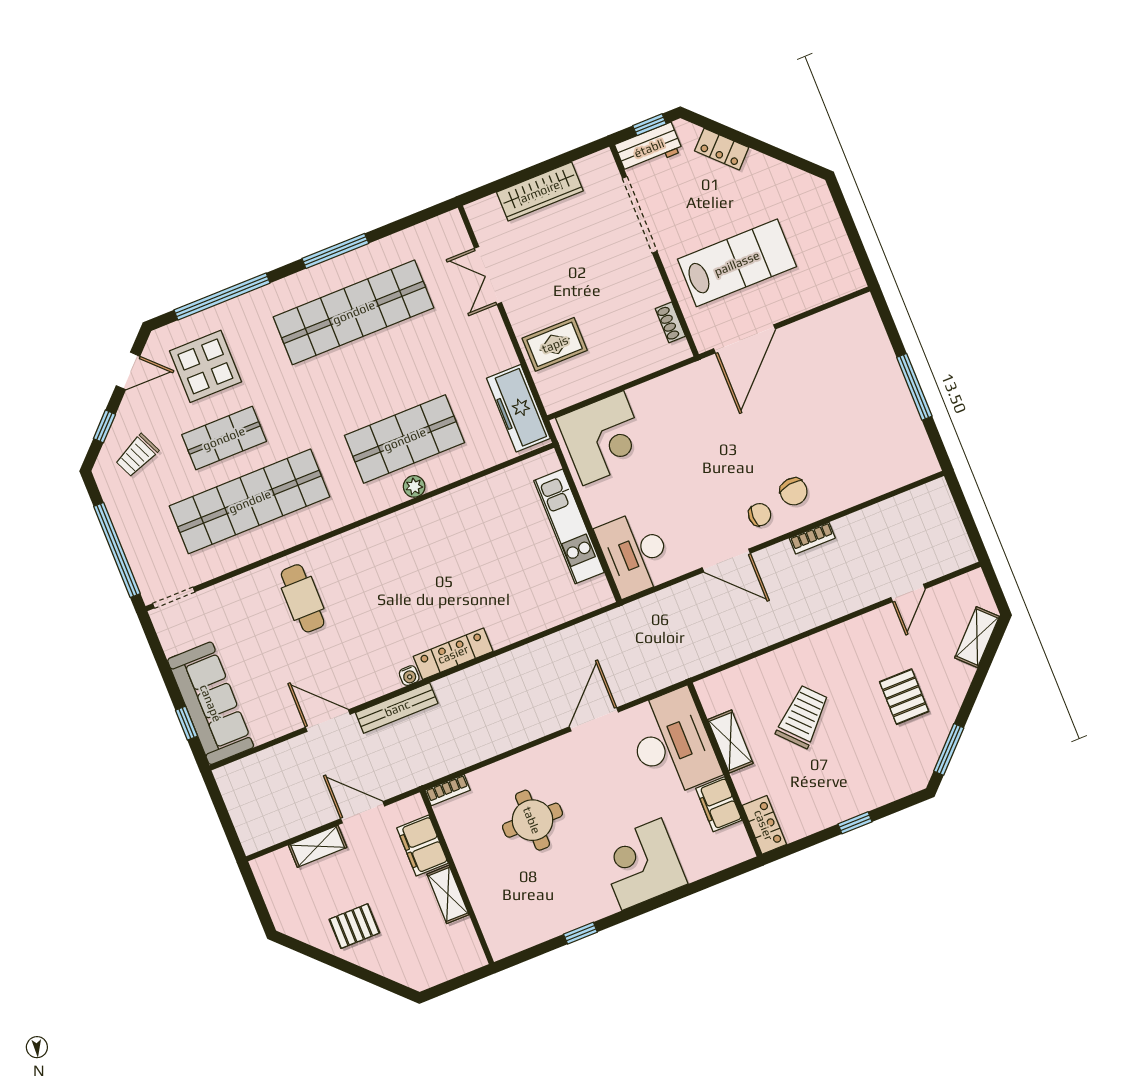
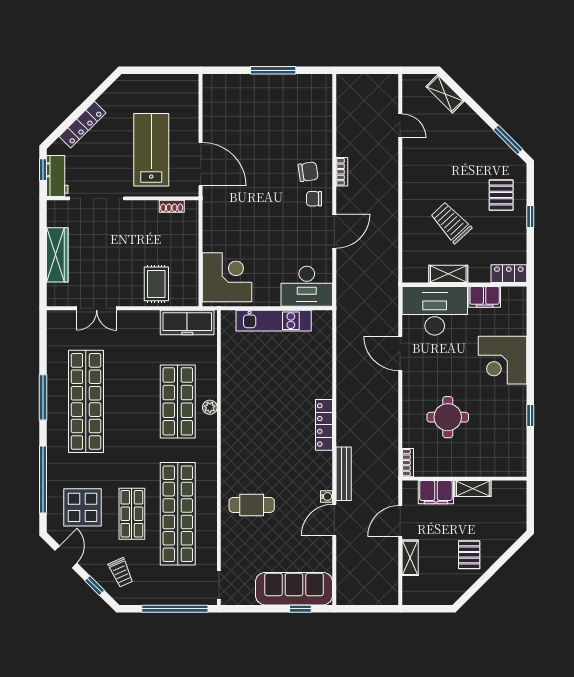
locker: (722, 149) -> (83, 125), width x1.53
chair: (760, 515) -> (314, 199), turned -90
water cooler: (409, 676) -> (327, 496), moved
pallet: (904, 697) -> (501, 195), moved, turned 90

